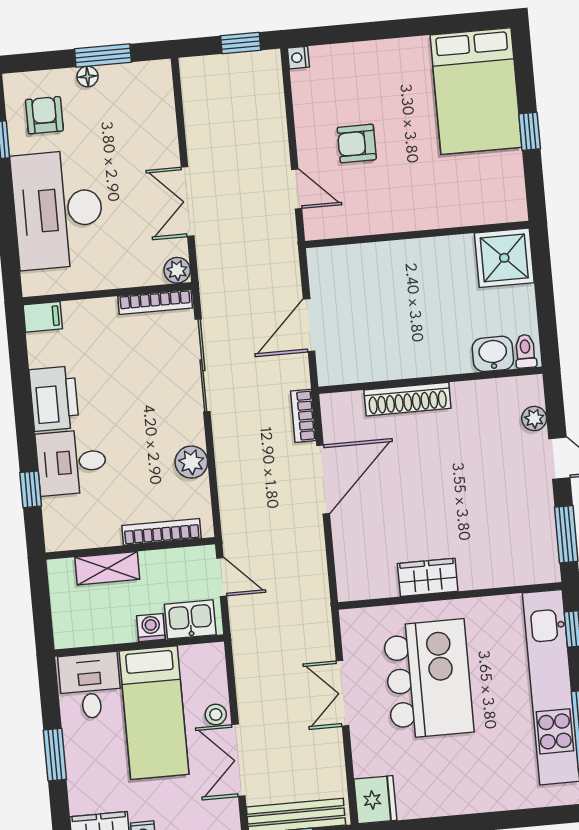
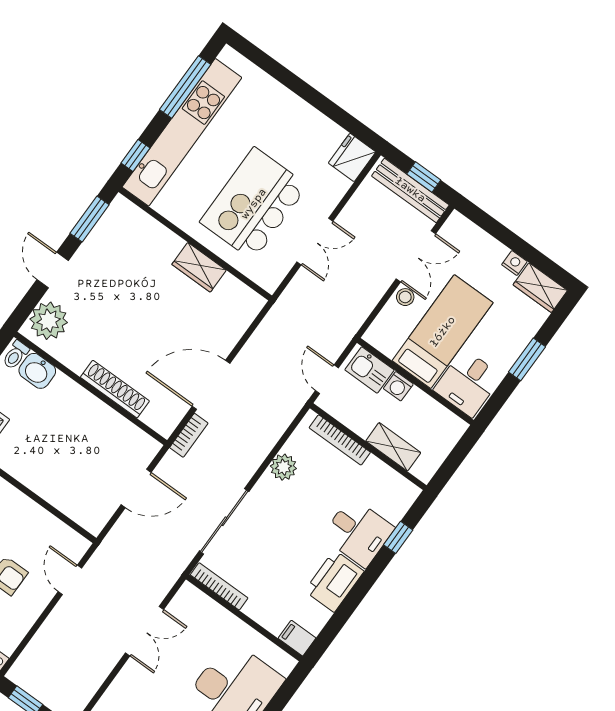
plant: (177, 270) -> (188, 594), removed
plant: (534, 418) -> (49, 321), width x1.87, depth x1.87

